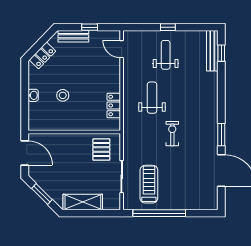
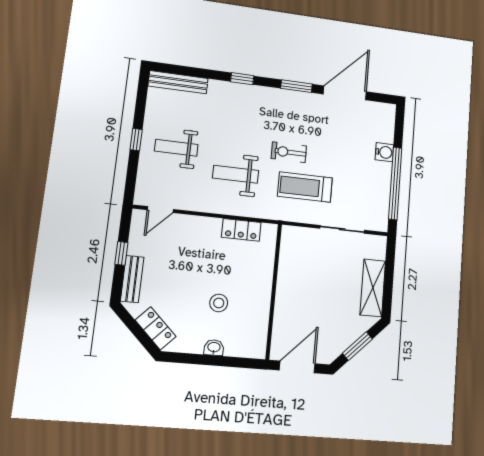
window: (221, 53) -> (242, 79), moved
pallet: (101, 149) -> (302, 254), removed
treadmill: (149, 184) -> (305, 187), moved
water cooler: (181, 203) -> (384, 152), added

